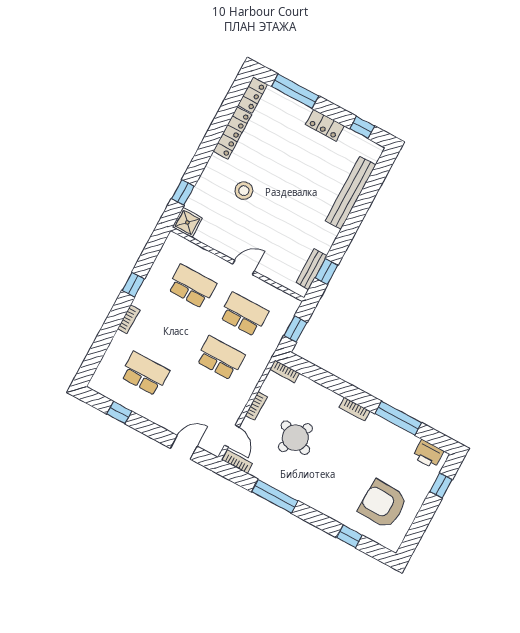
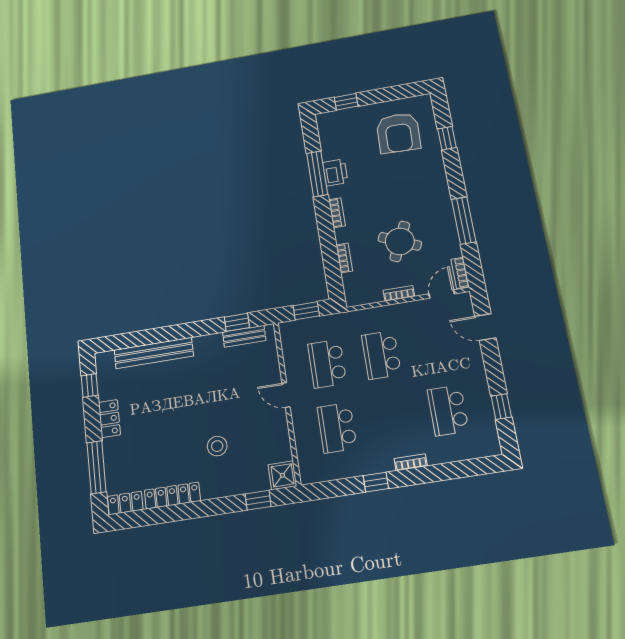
bookcase: (285, 371) -> (344, 258), moved
printer: (428, 454) -> (335, 172), moved

